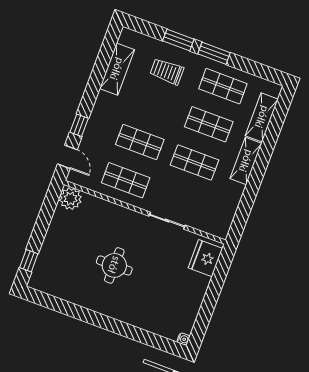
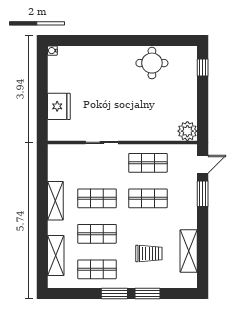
trolley: (167, 71) -> (149, 253), moved
window: (79, 125) -> (203, 194), width x1.50
door: (67, 157) -> (203, 164), swing flipped
shelving: (246, 161) -> (55, 201), moved
fridge: (205, 258) -> (59, 106), moved
round table: (114, 265) -> (152, 63), moved

